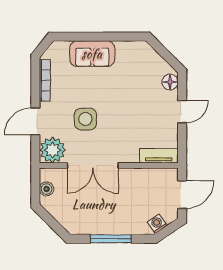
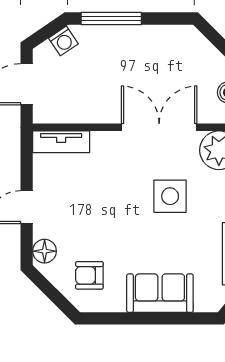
armchair: (140, 66) -> (89, 275), added
window: (111, 239) -> (111, 18), moved

